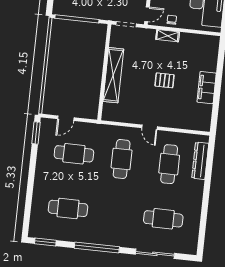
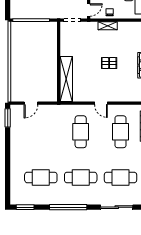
shelving: (113, 75) -> (66, 79), moved
cafe table: (74, 154) -> (81, 177), moved

